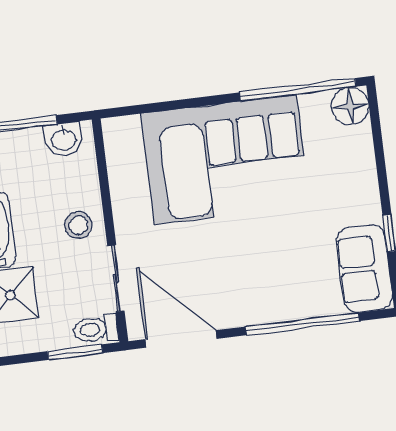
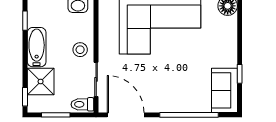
window: (75, 352) -> (56, 115), moved

